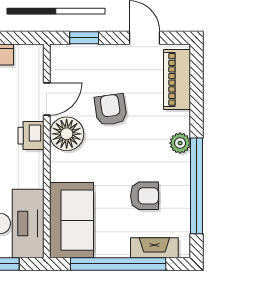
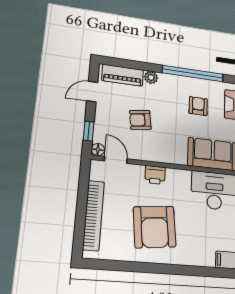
door: (47, 99) -> (116, 160), moved
floor lamp: (67, 134) -> (98, 150), moved, width x0.53, depth x0.53
plant: (180, 143) -> (151, 77), moved

